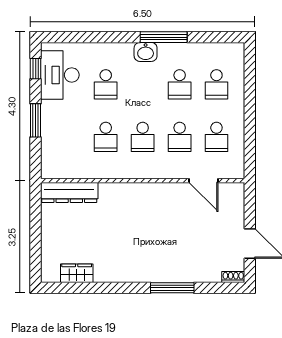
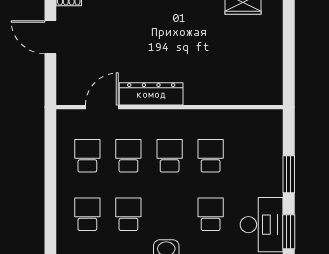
window: (36, 69) -> (289, 232), width x1.50
door: (203, 181) -> (102, 107), hinge flipped
dresser: (69, 192) -> (151, 94), moved

